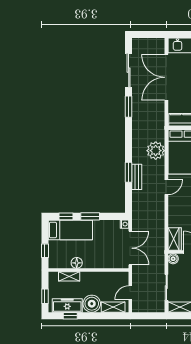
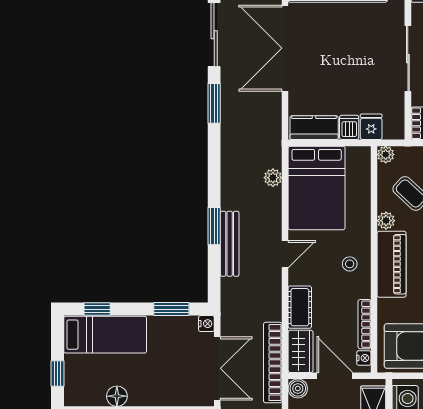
plant: (156, 151) -> (273, 178), width x0.53, depth x0.53
bench: (137, 177) -> (230, 244), width x1.36
cot: (174, 215) -> (300, 307), added
window: (90, 216) -> (171, 309), moved
bookcase: (160, 245) -> (273, 363), added

